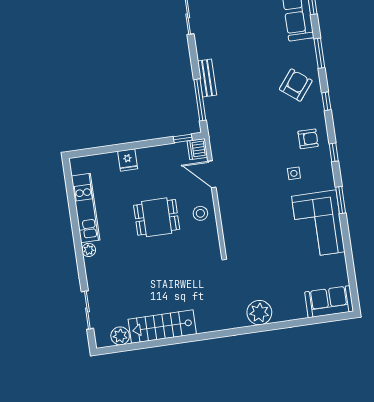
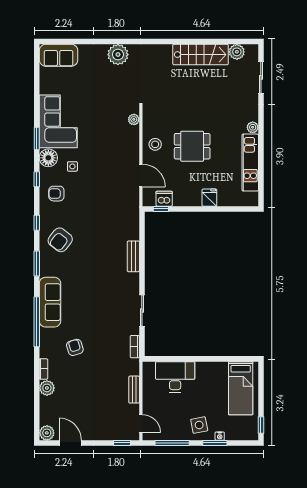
window: (200, 100) -> (142, 239), removed
dishwasher: (197, 149) -> (164, 199), moved, turned -90
floor lamp: (324, 179) -> (48, 158), added
plant: (230, 239) -> (134, 119), added

